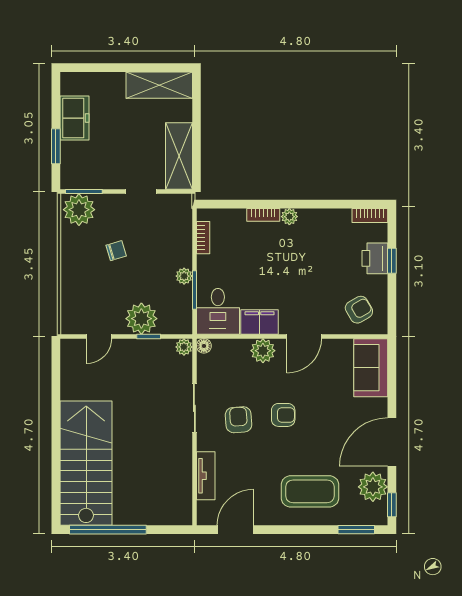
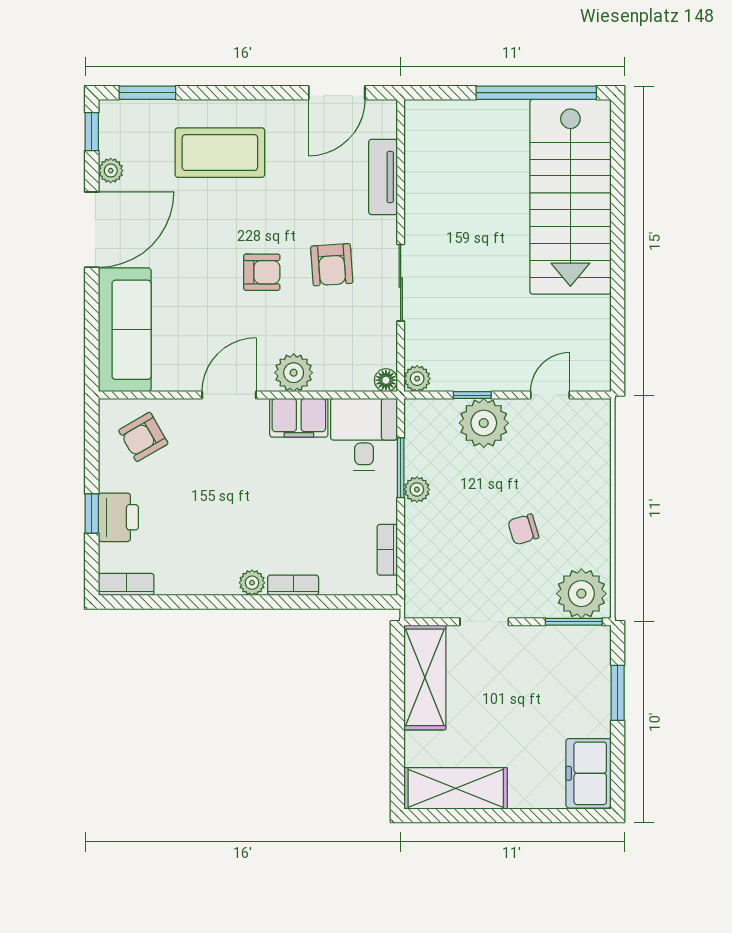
freezer: (74, 118) -> (588, 773), moved
sofa: (371, 368) -> (125, 330), width x1.36
armchair: (283, 415) -> (262, 272), turned 180
plant: (373, 487) -> (111, 171), width x0.53, depth x0.53

